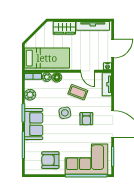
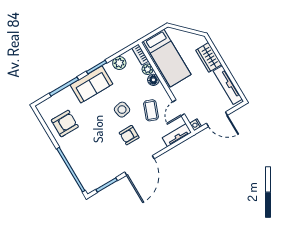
corner sofa: (86, 159) -> (88, 160), removed
armchair: (50, 160) -> (65, 124), turned 90

